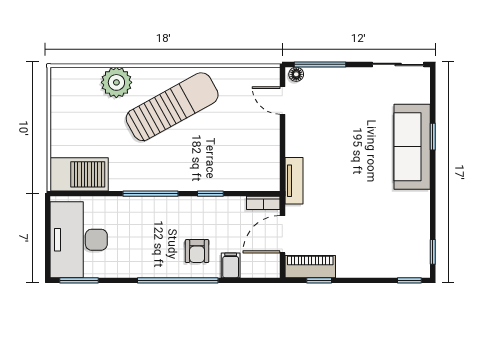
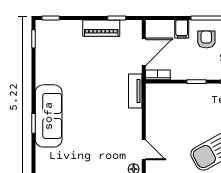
piano: (310, 267) -> (101, 28), moved

